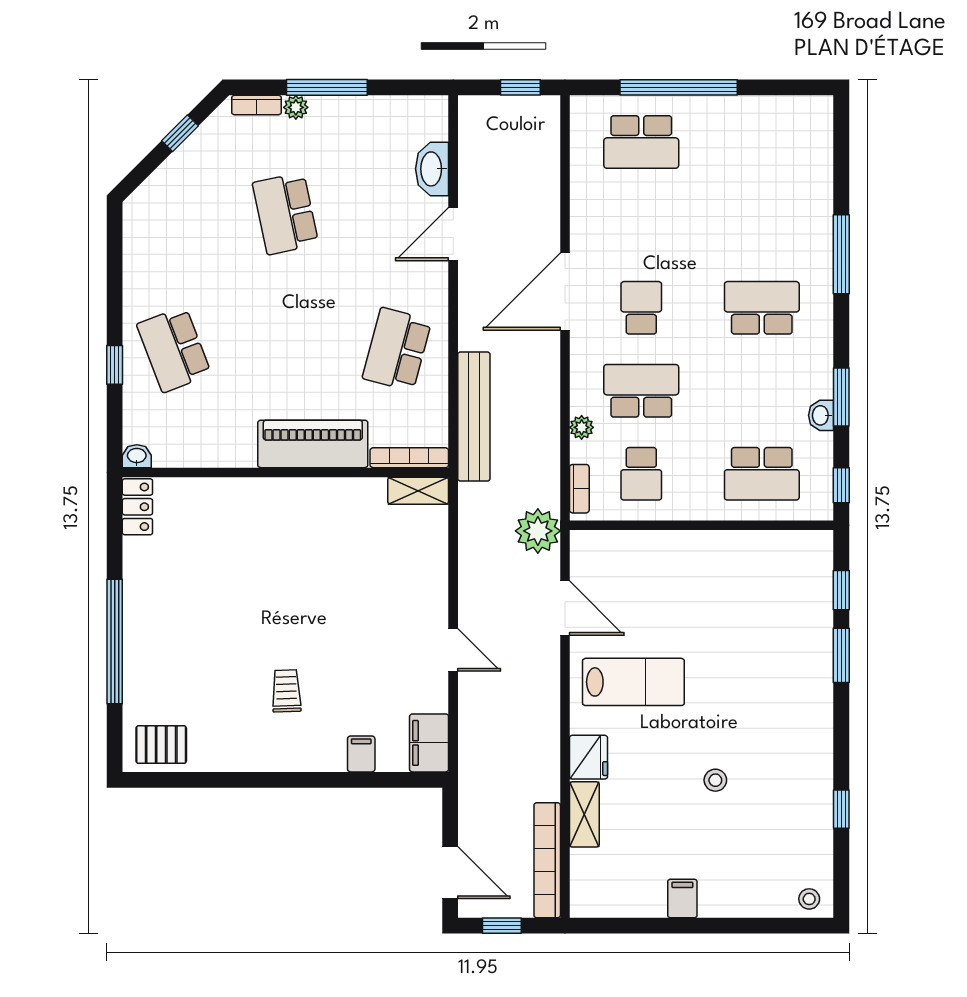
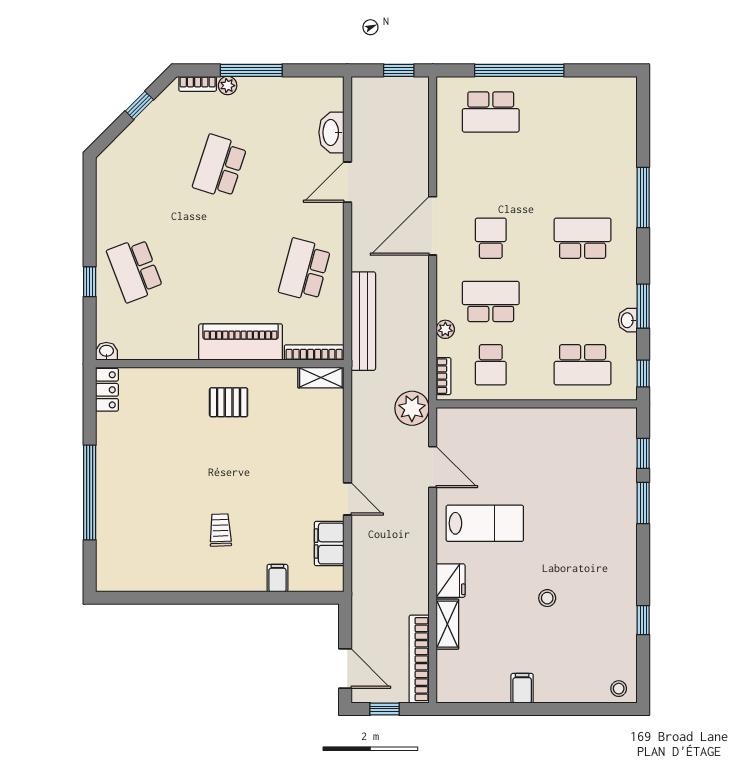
school desk: (285, 214) -> (220, 166), turned 30
filing cabinet: (429, 743) -> (329, 544), moved
pallet: (161, 745) -> (229, 402), moved

